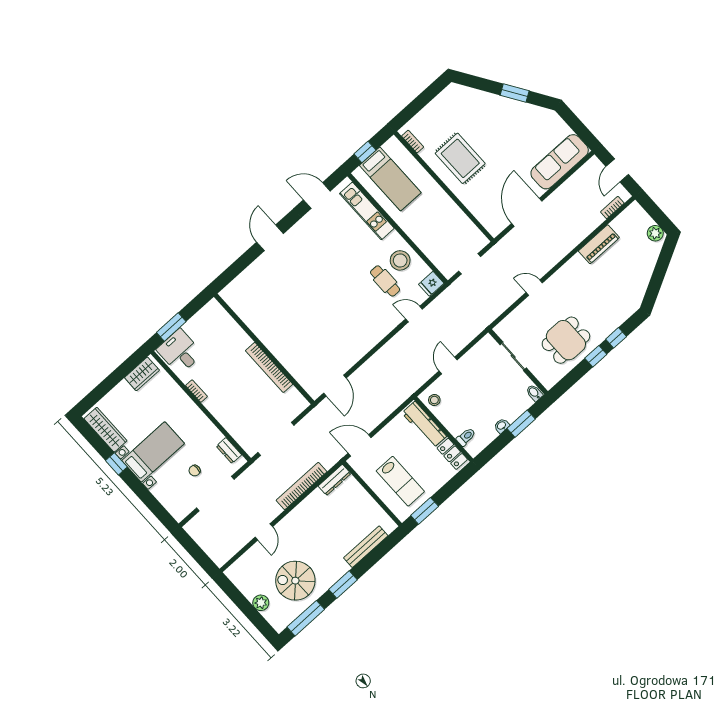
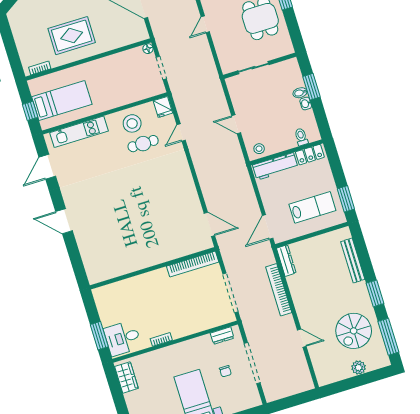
floor lamp: (483, 241) -> (148, 49), added
bookcase: (269, 367) -> (193, 264), moved
bidet: (534, 393) -> (300, 93), moved

